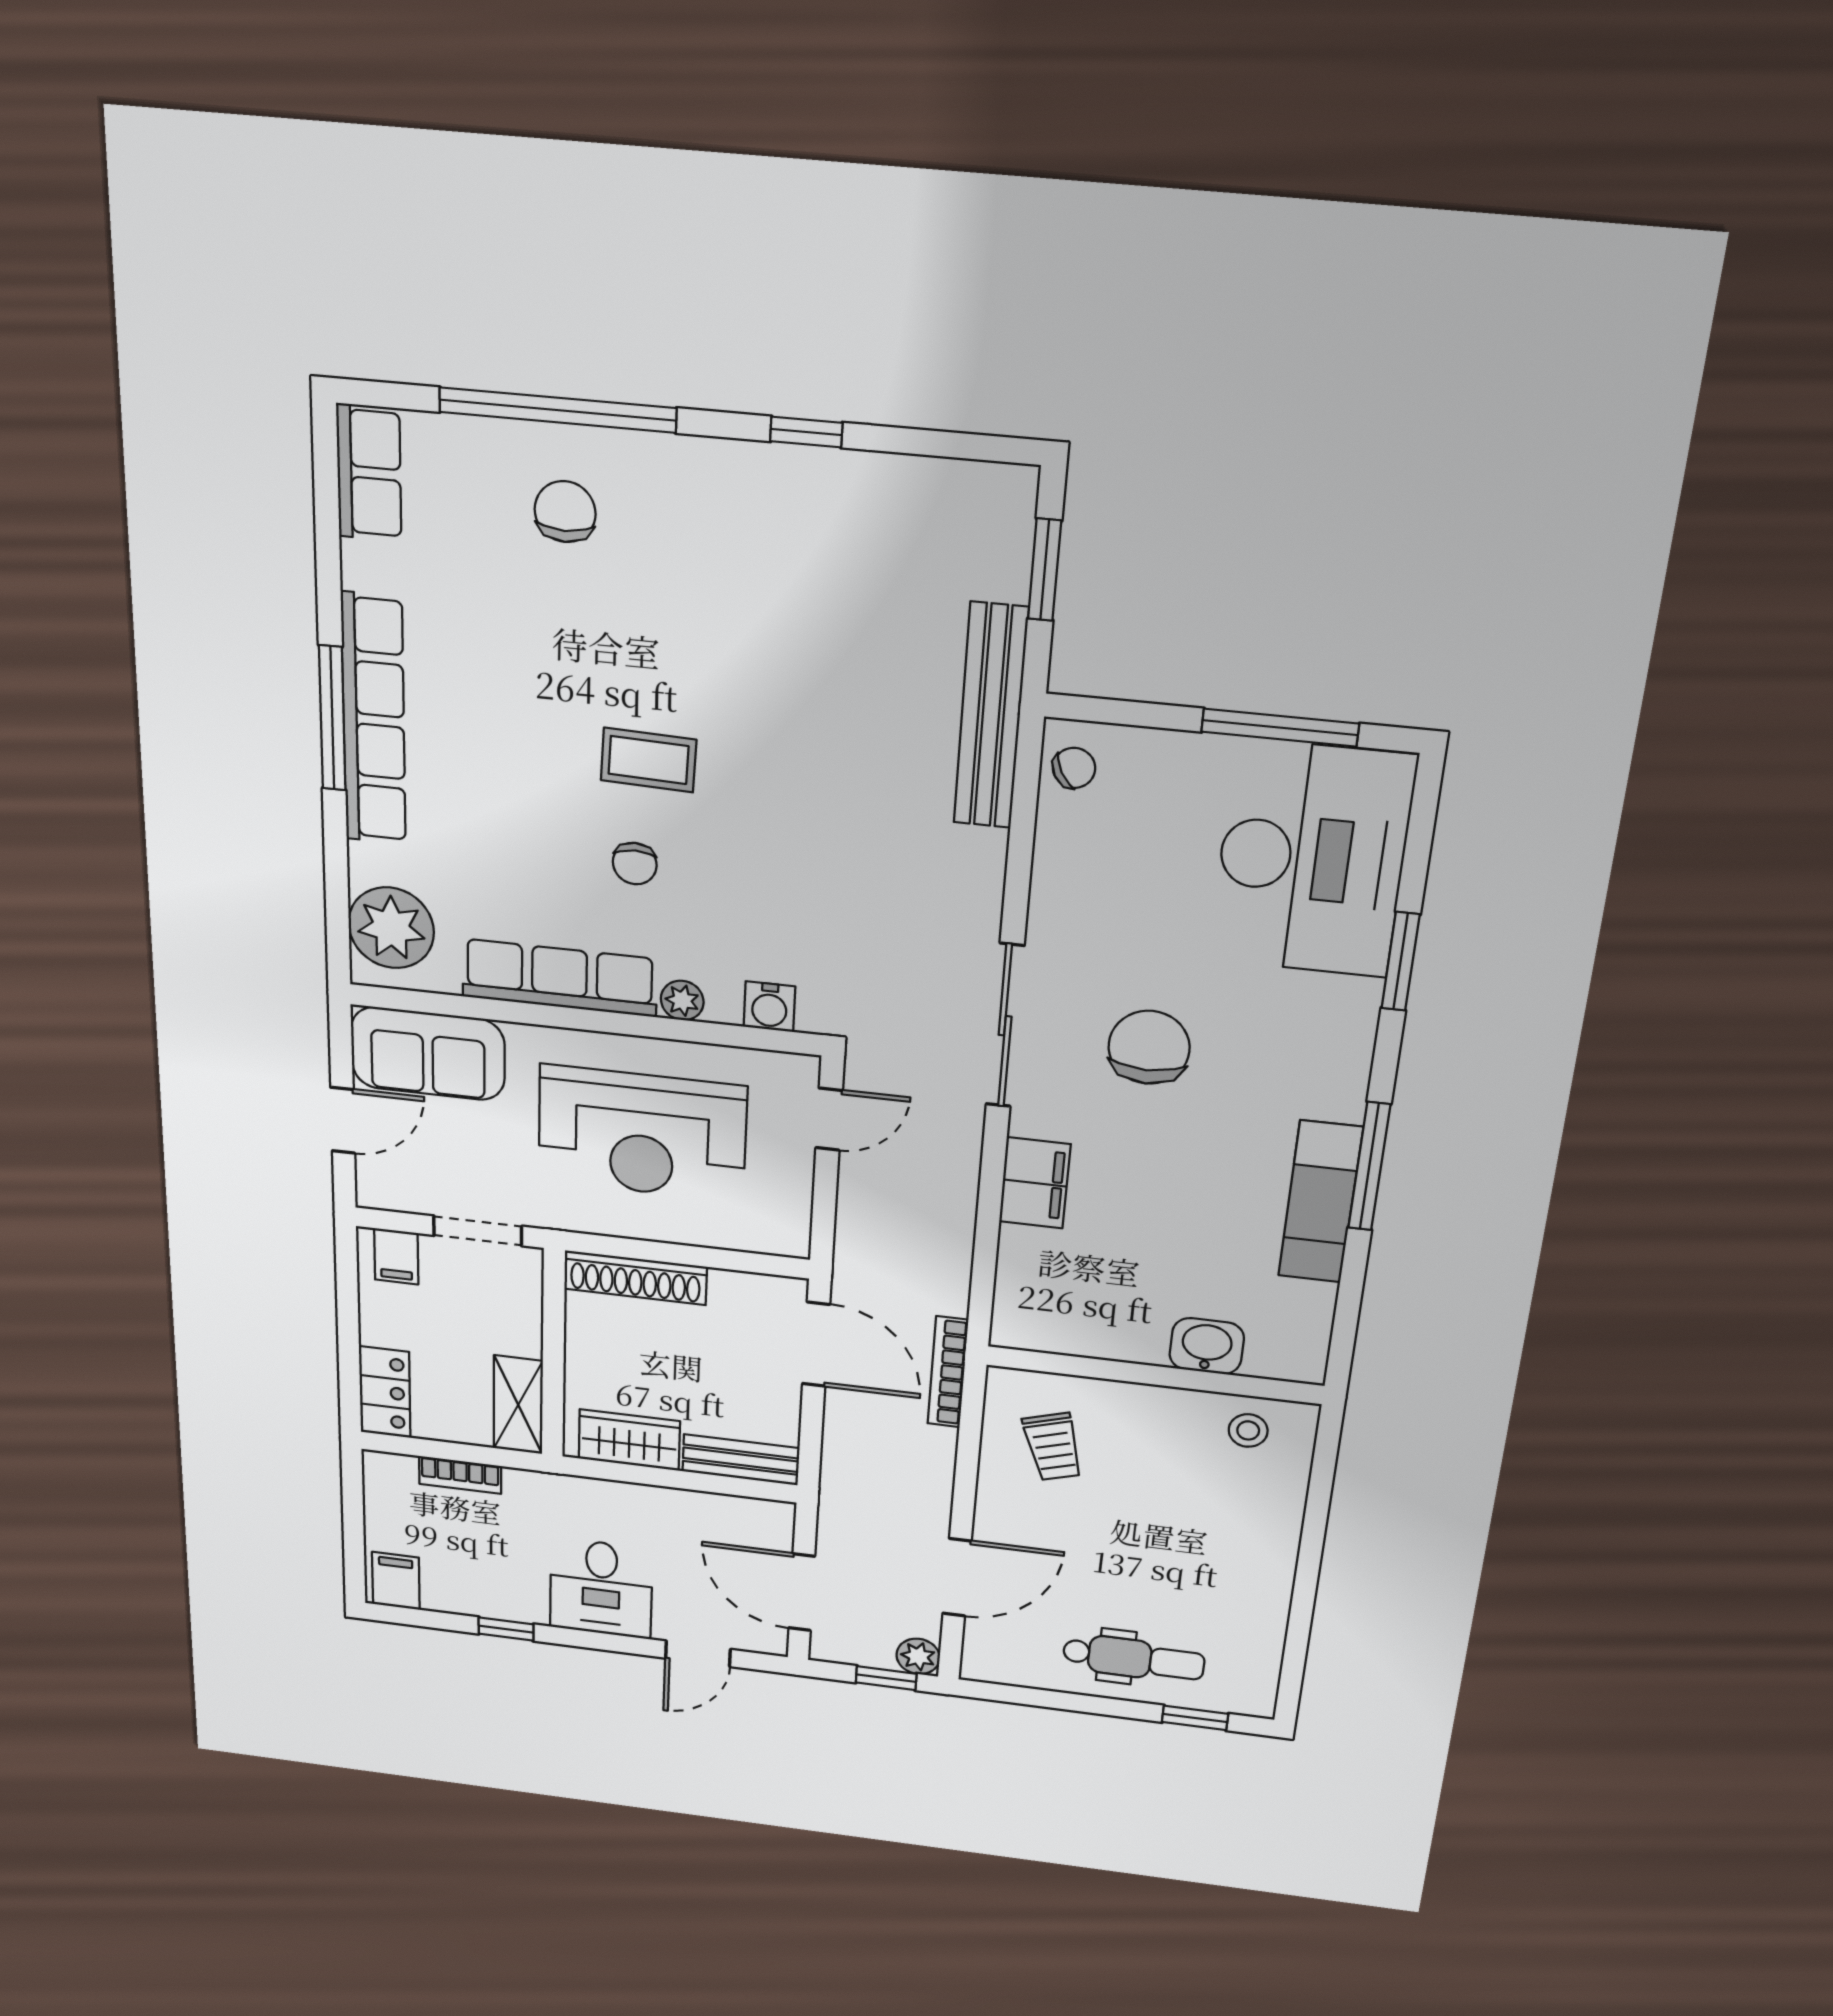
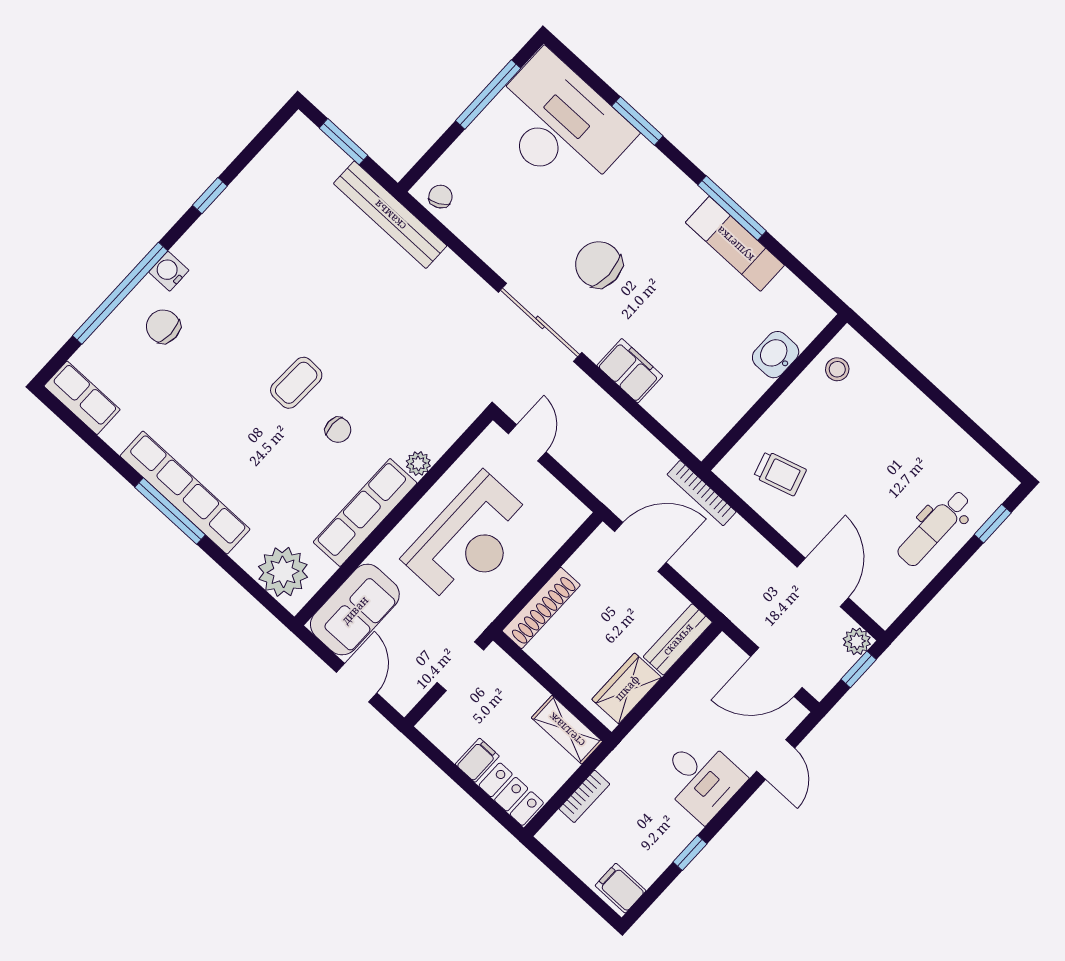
water cooler: (769, 1007) -> (169, 271), moved, turned 180
filing cabinet: (396, 1256) -> (477, 760), moved, turned -90
dental chair: (1134, 1658) -> (934, 528), turned 180

